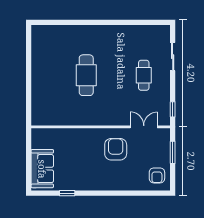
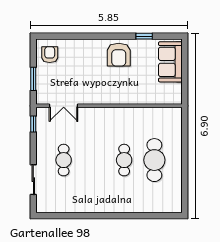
cafe table: (57, 75) -> (154, 160), added
cafe table: (86, 75) -> (124, 160), width x0.73, depth x0.74
armchair: (116, 149) -> (119, 55), moved

